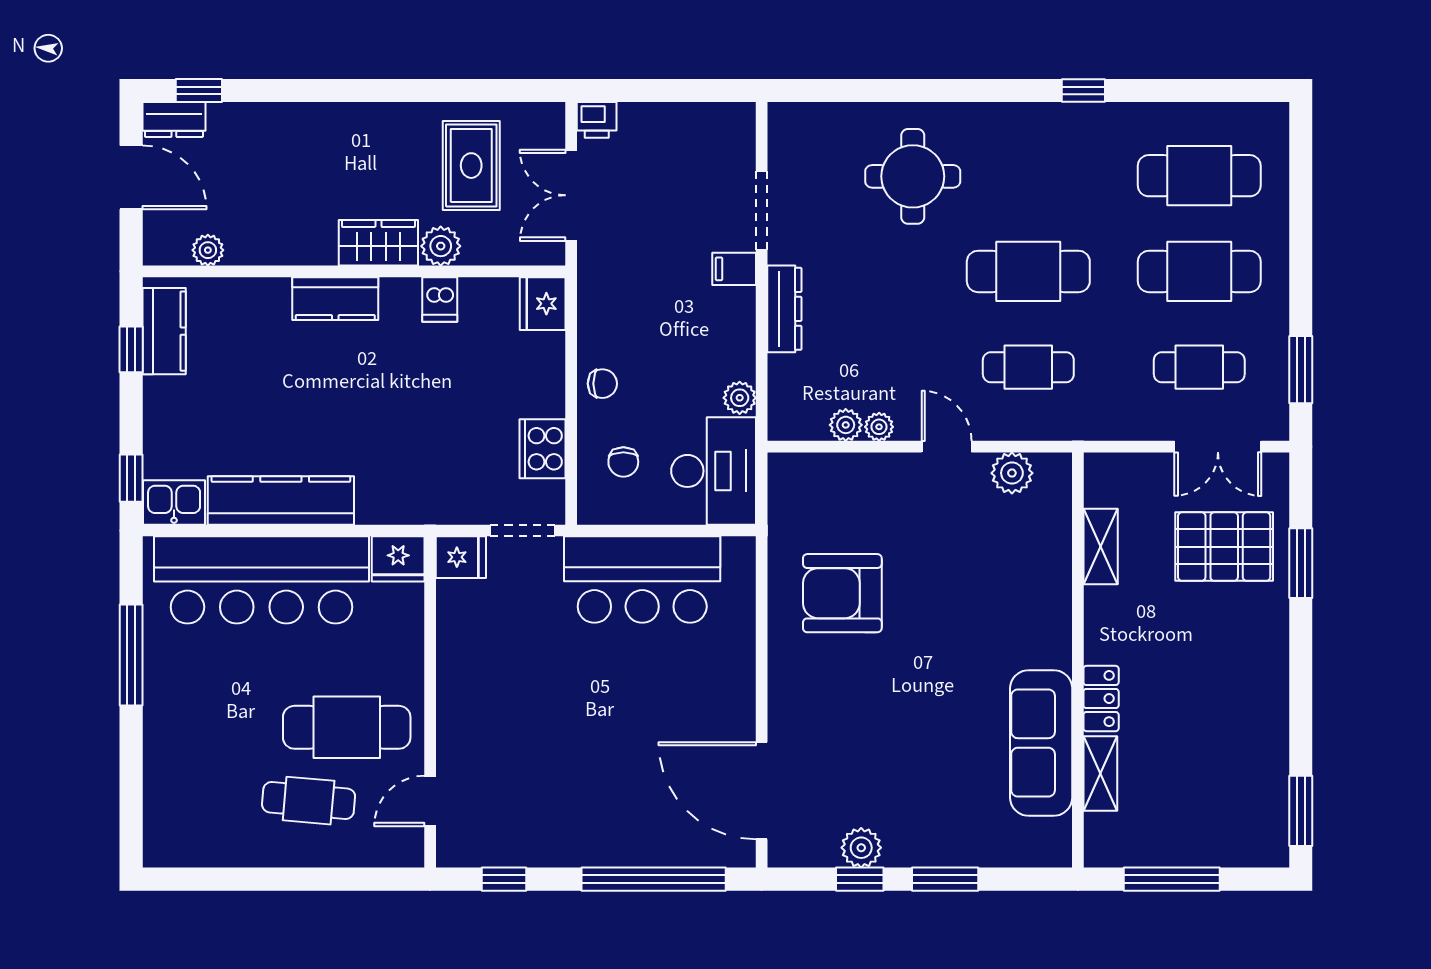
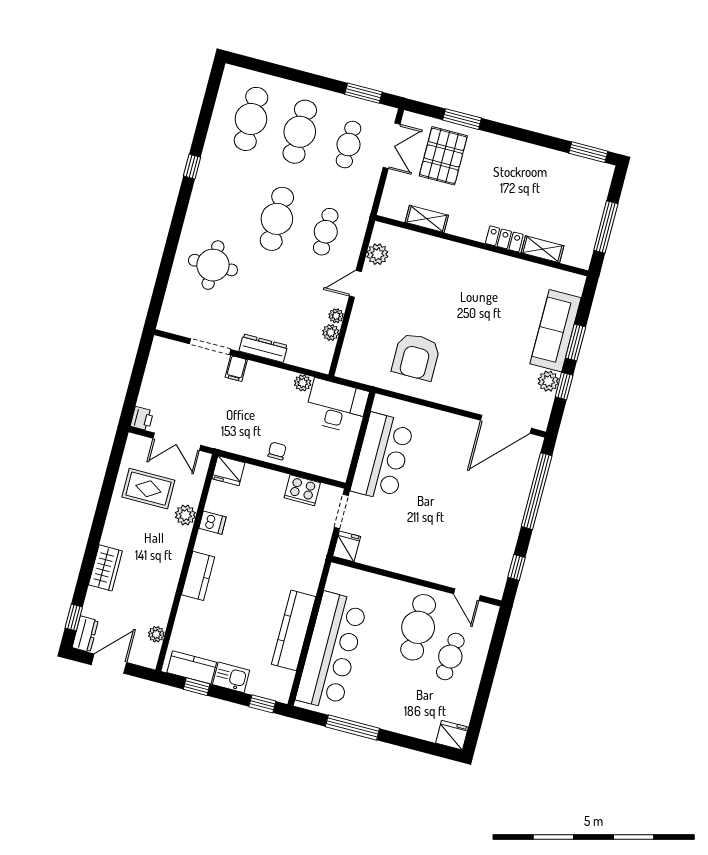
wardrobe: (378, 243) -> (105, 568), moved, turned 180
chair: (623, 462) -> (320, 451), removed
kitchen sink: (174, 502) -> (231, 677), moved, turned 90
fridge: (398, 559) -> (452, 735), moved, turned -90
sofa: (1041, 743) -> (556, 331), moved, turned 90

